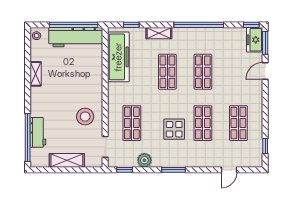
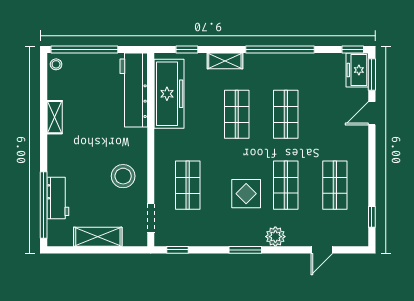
window: (74, 25) -> (84, 49), moved
workbench: (76, 37) -> (134, 90), moved, turned 90
plant: (144, 160) -> (275, 237), moved

